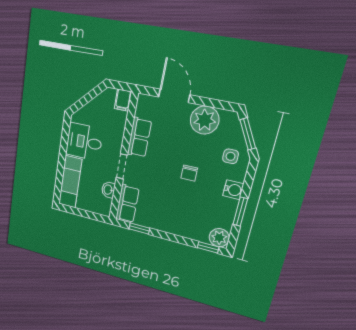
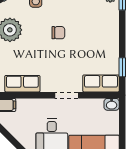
row of seats: (139, 137) -> (22, 84), moved
washbasin: (108, 190) -> (112, 104), moved

